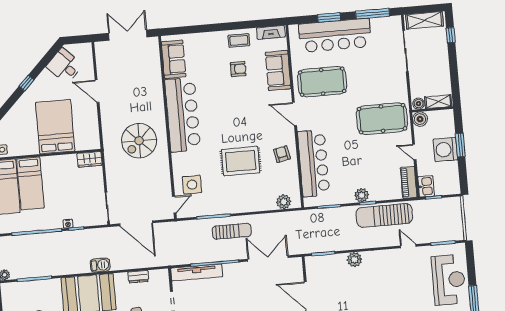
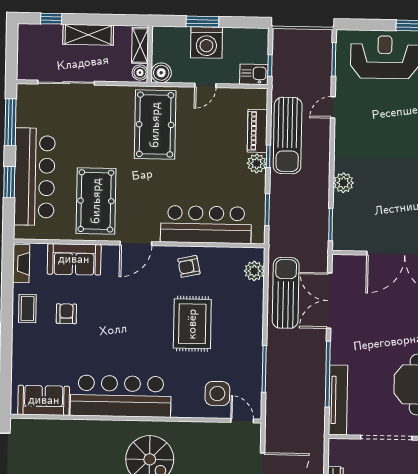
shelving: (424, 20) -> (88, 35), moved, turned 90
piano: (409, 182) -> (257, 131), moved, turned 90
sun lounger: (232, 231) -> (286, 293), moved, width x1.36, depth x1.34

